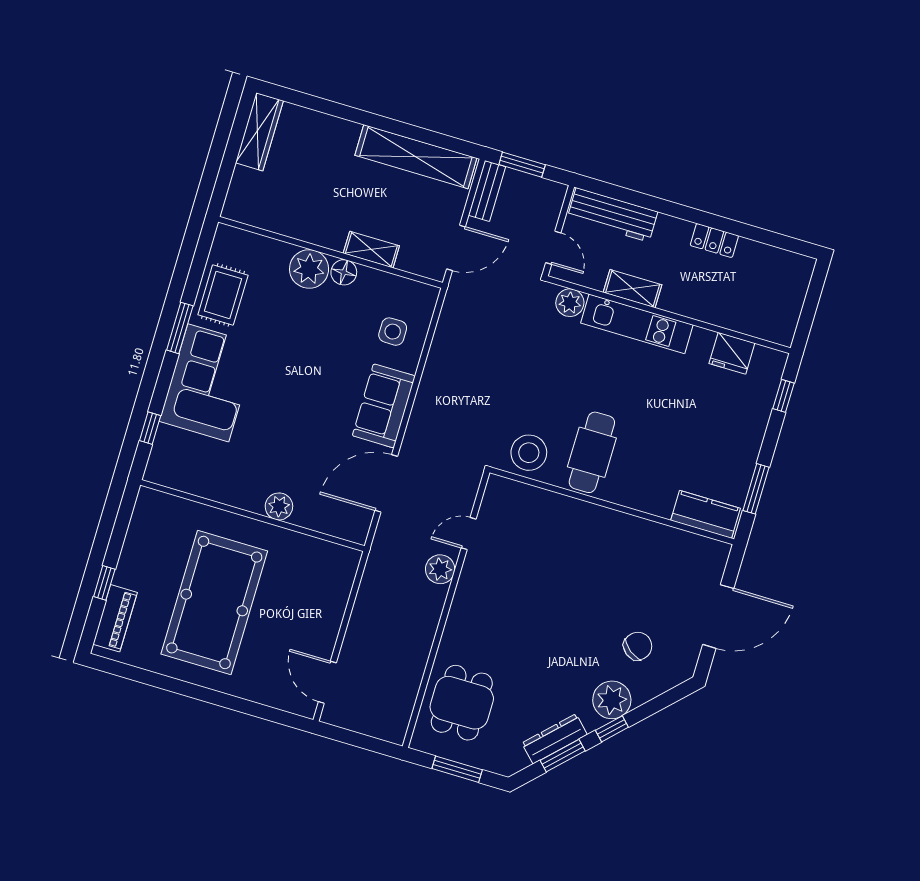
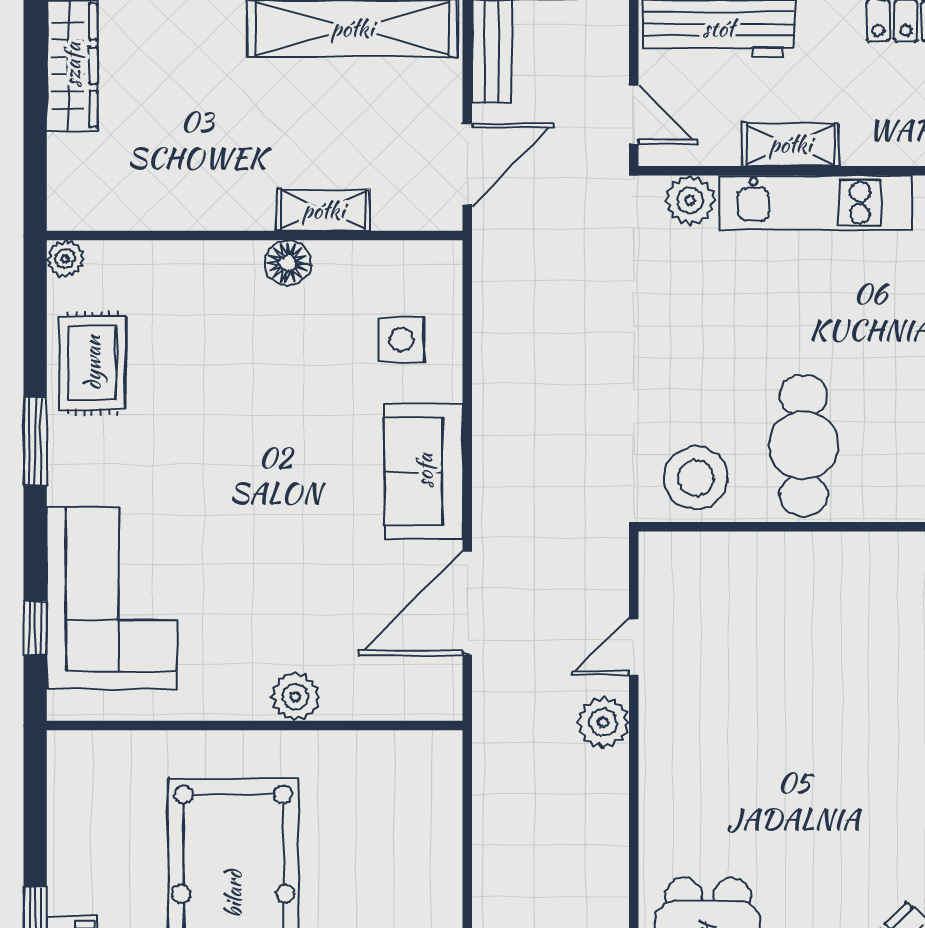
plant: (309, 269) -> (65, 259), moved, width x0.53, depth x0.53
corner sofa: (208, 383) -> (112, 598), moved

